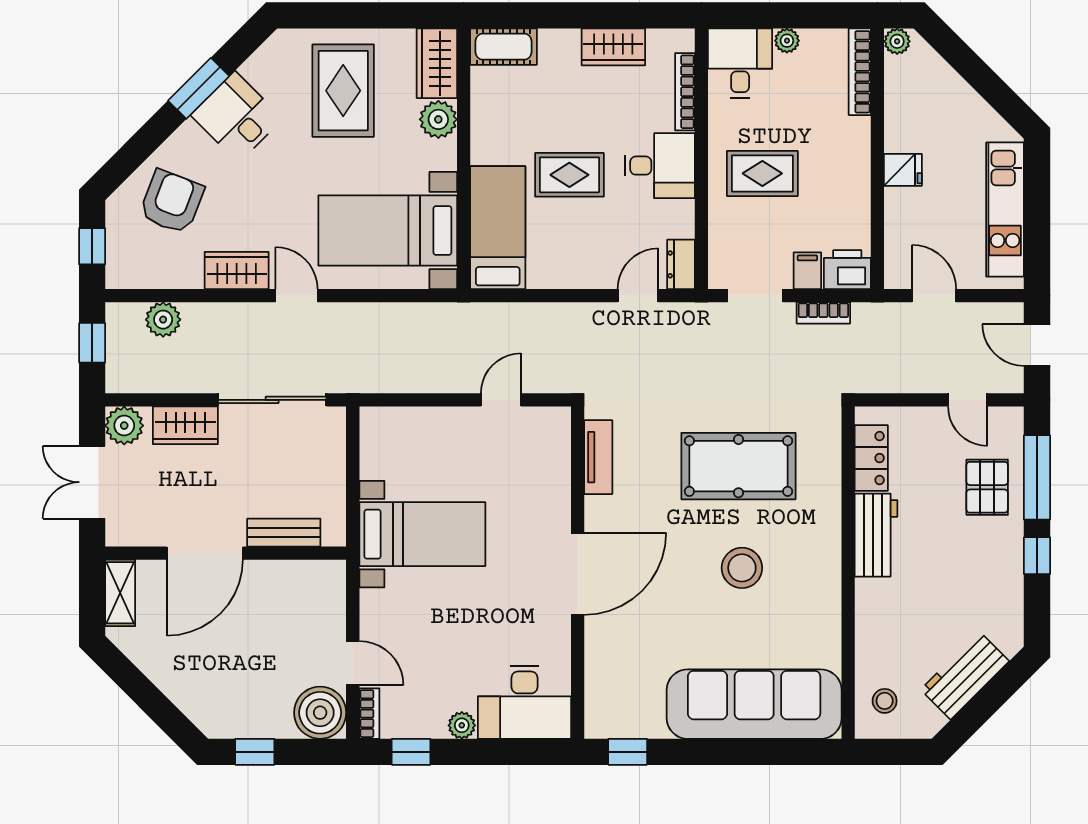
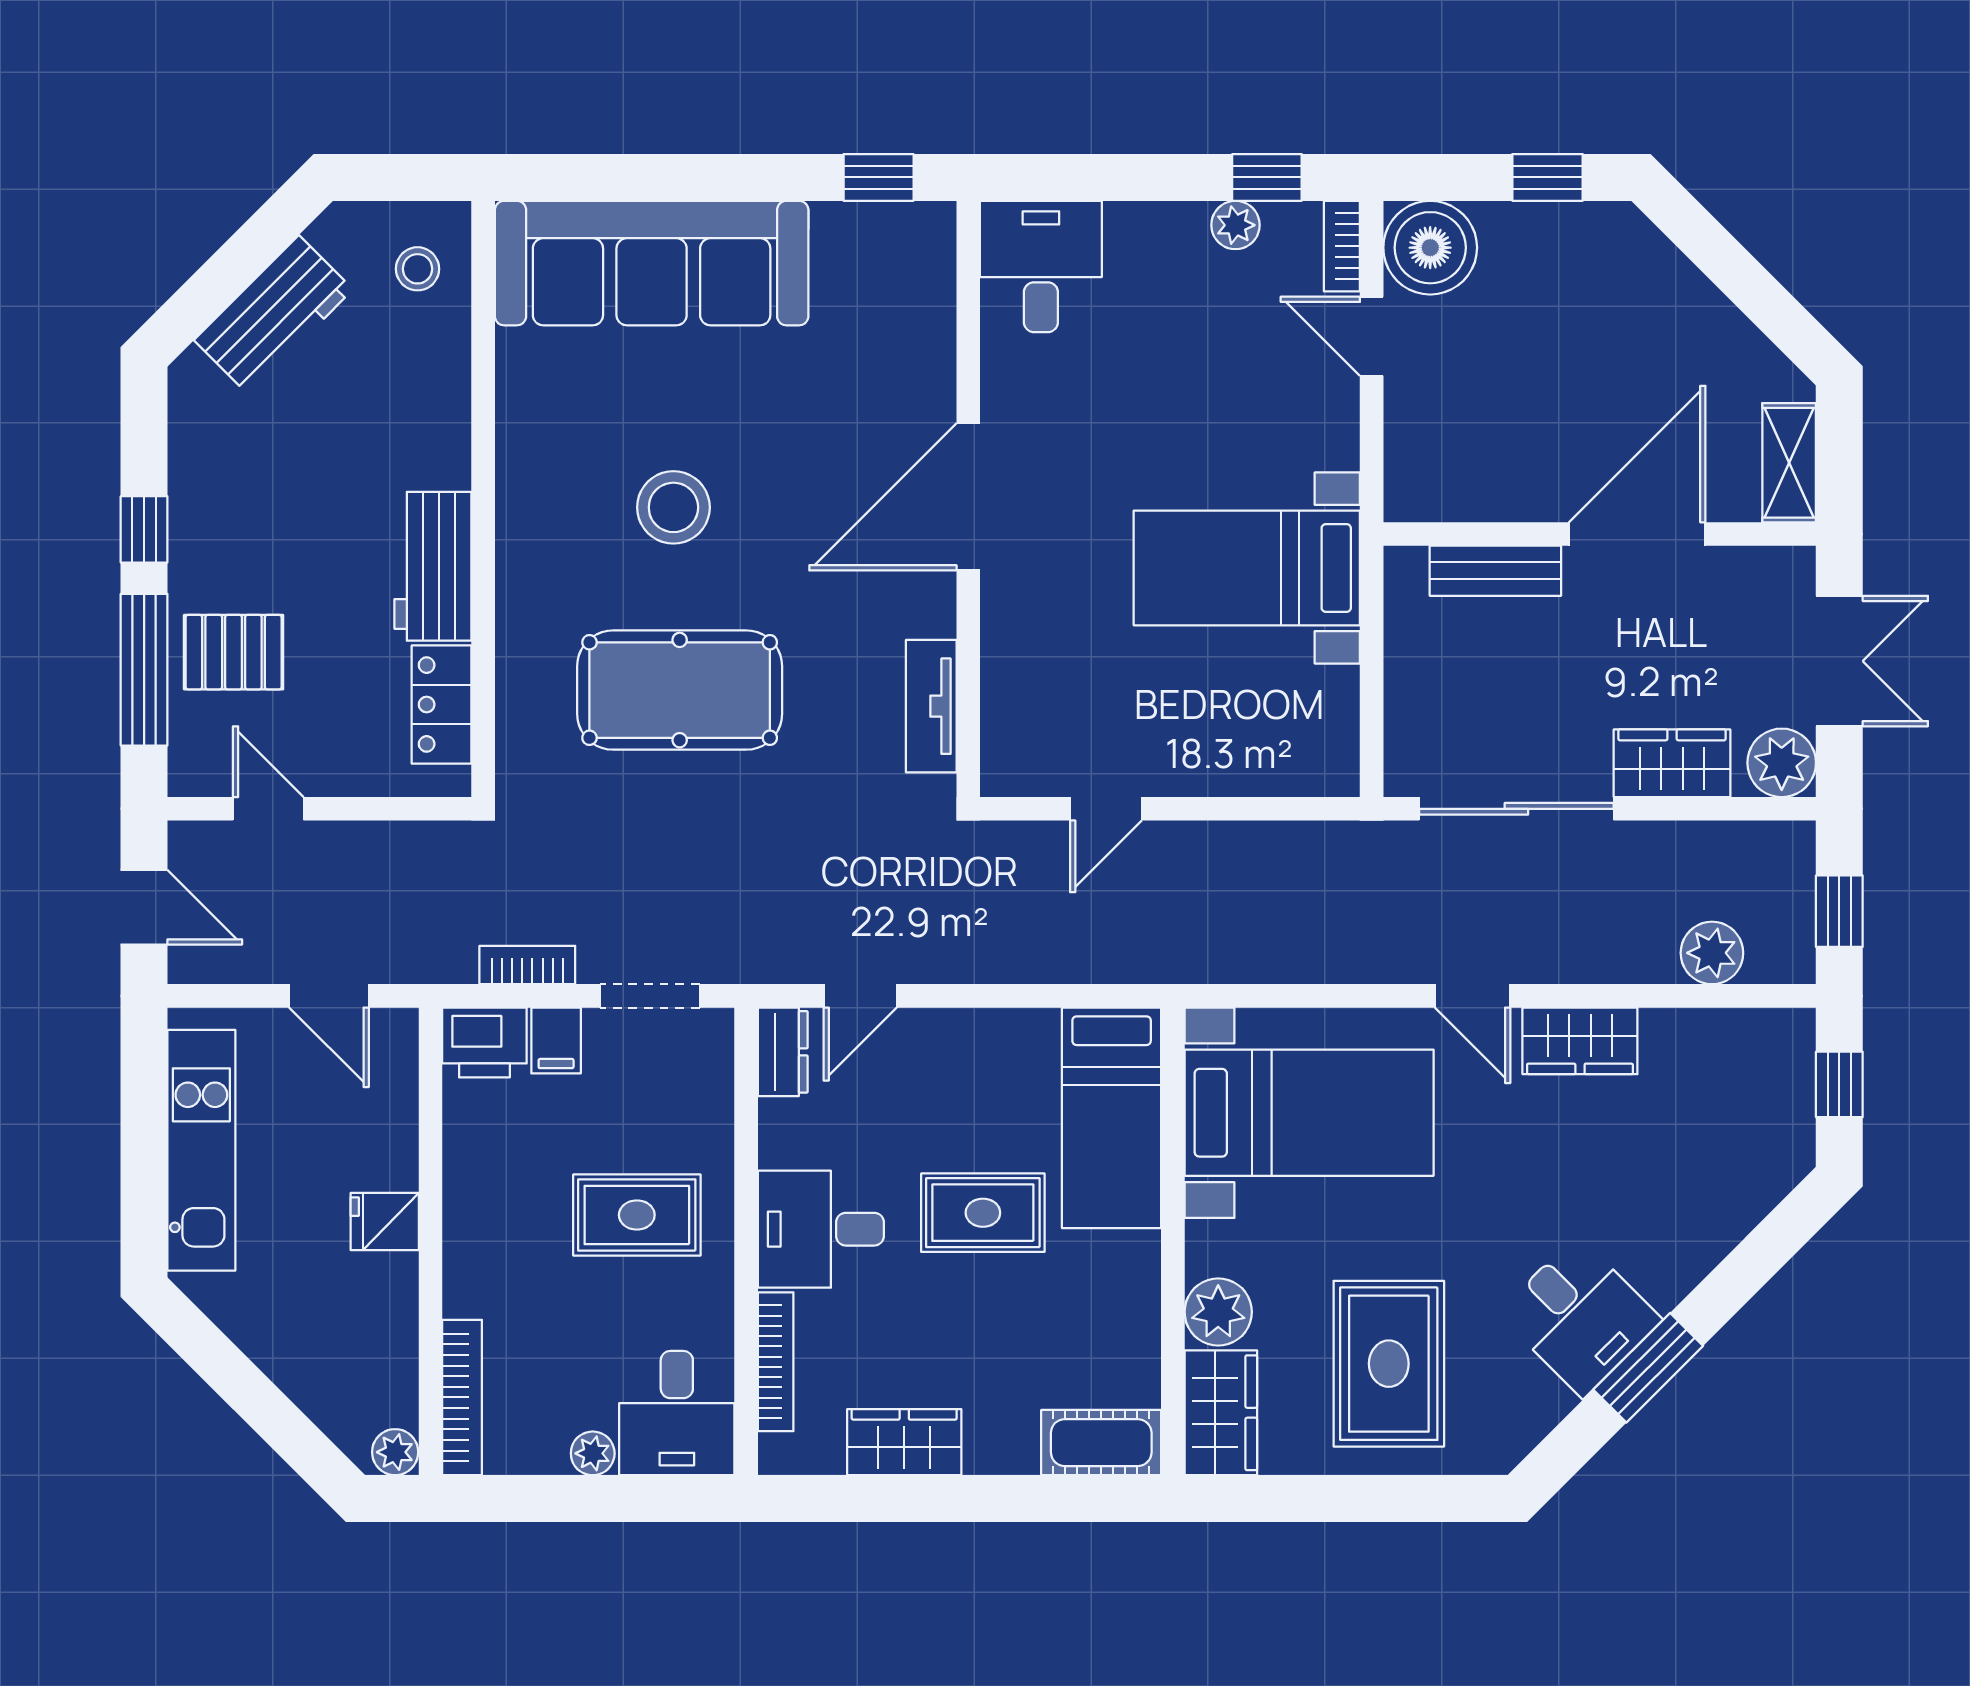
armchair: (172, 202) -> (1697, 1164), removed
pallet: (987, 487) -> (234, 652), turned 90
desk: (524, 702) -> (1041, 266), width x0.73
plant: (462, 725) -> (1235, 225), moved

